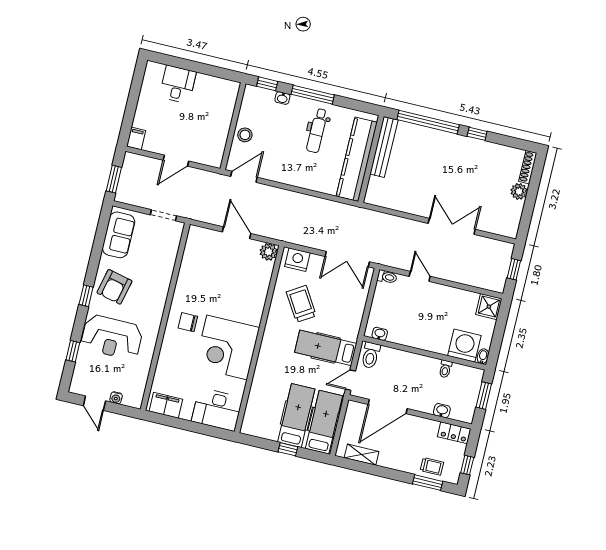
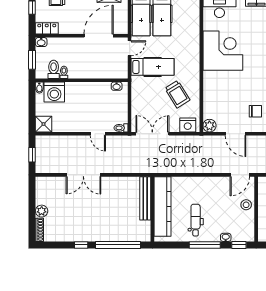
bench: (384, 147) -> (145, 198), moved
chair: (188, 322) -> (255, 111), moved
toilet: (371, 355) -> (54, 69), moved
washbasin: (442, 411) -> (41, 42), moved

